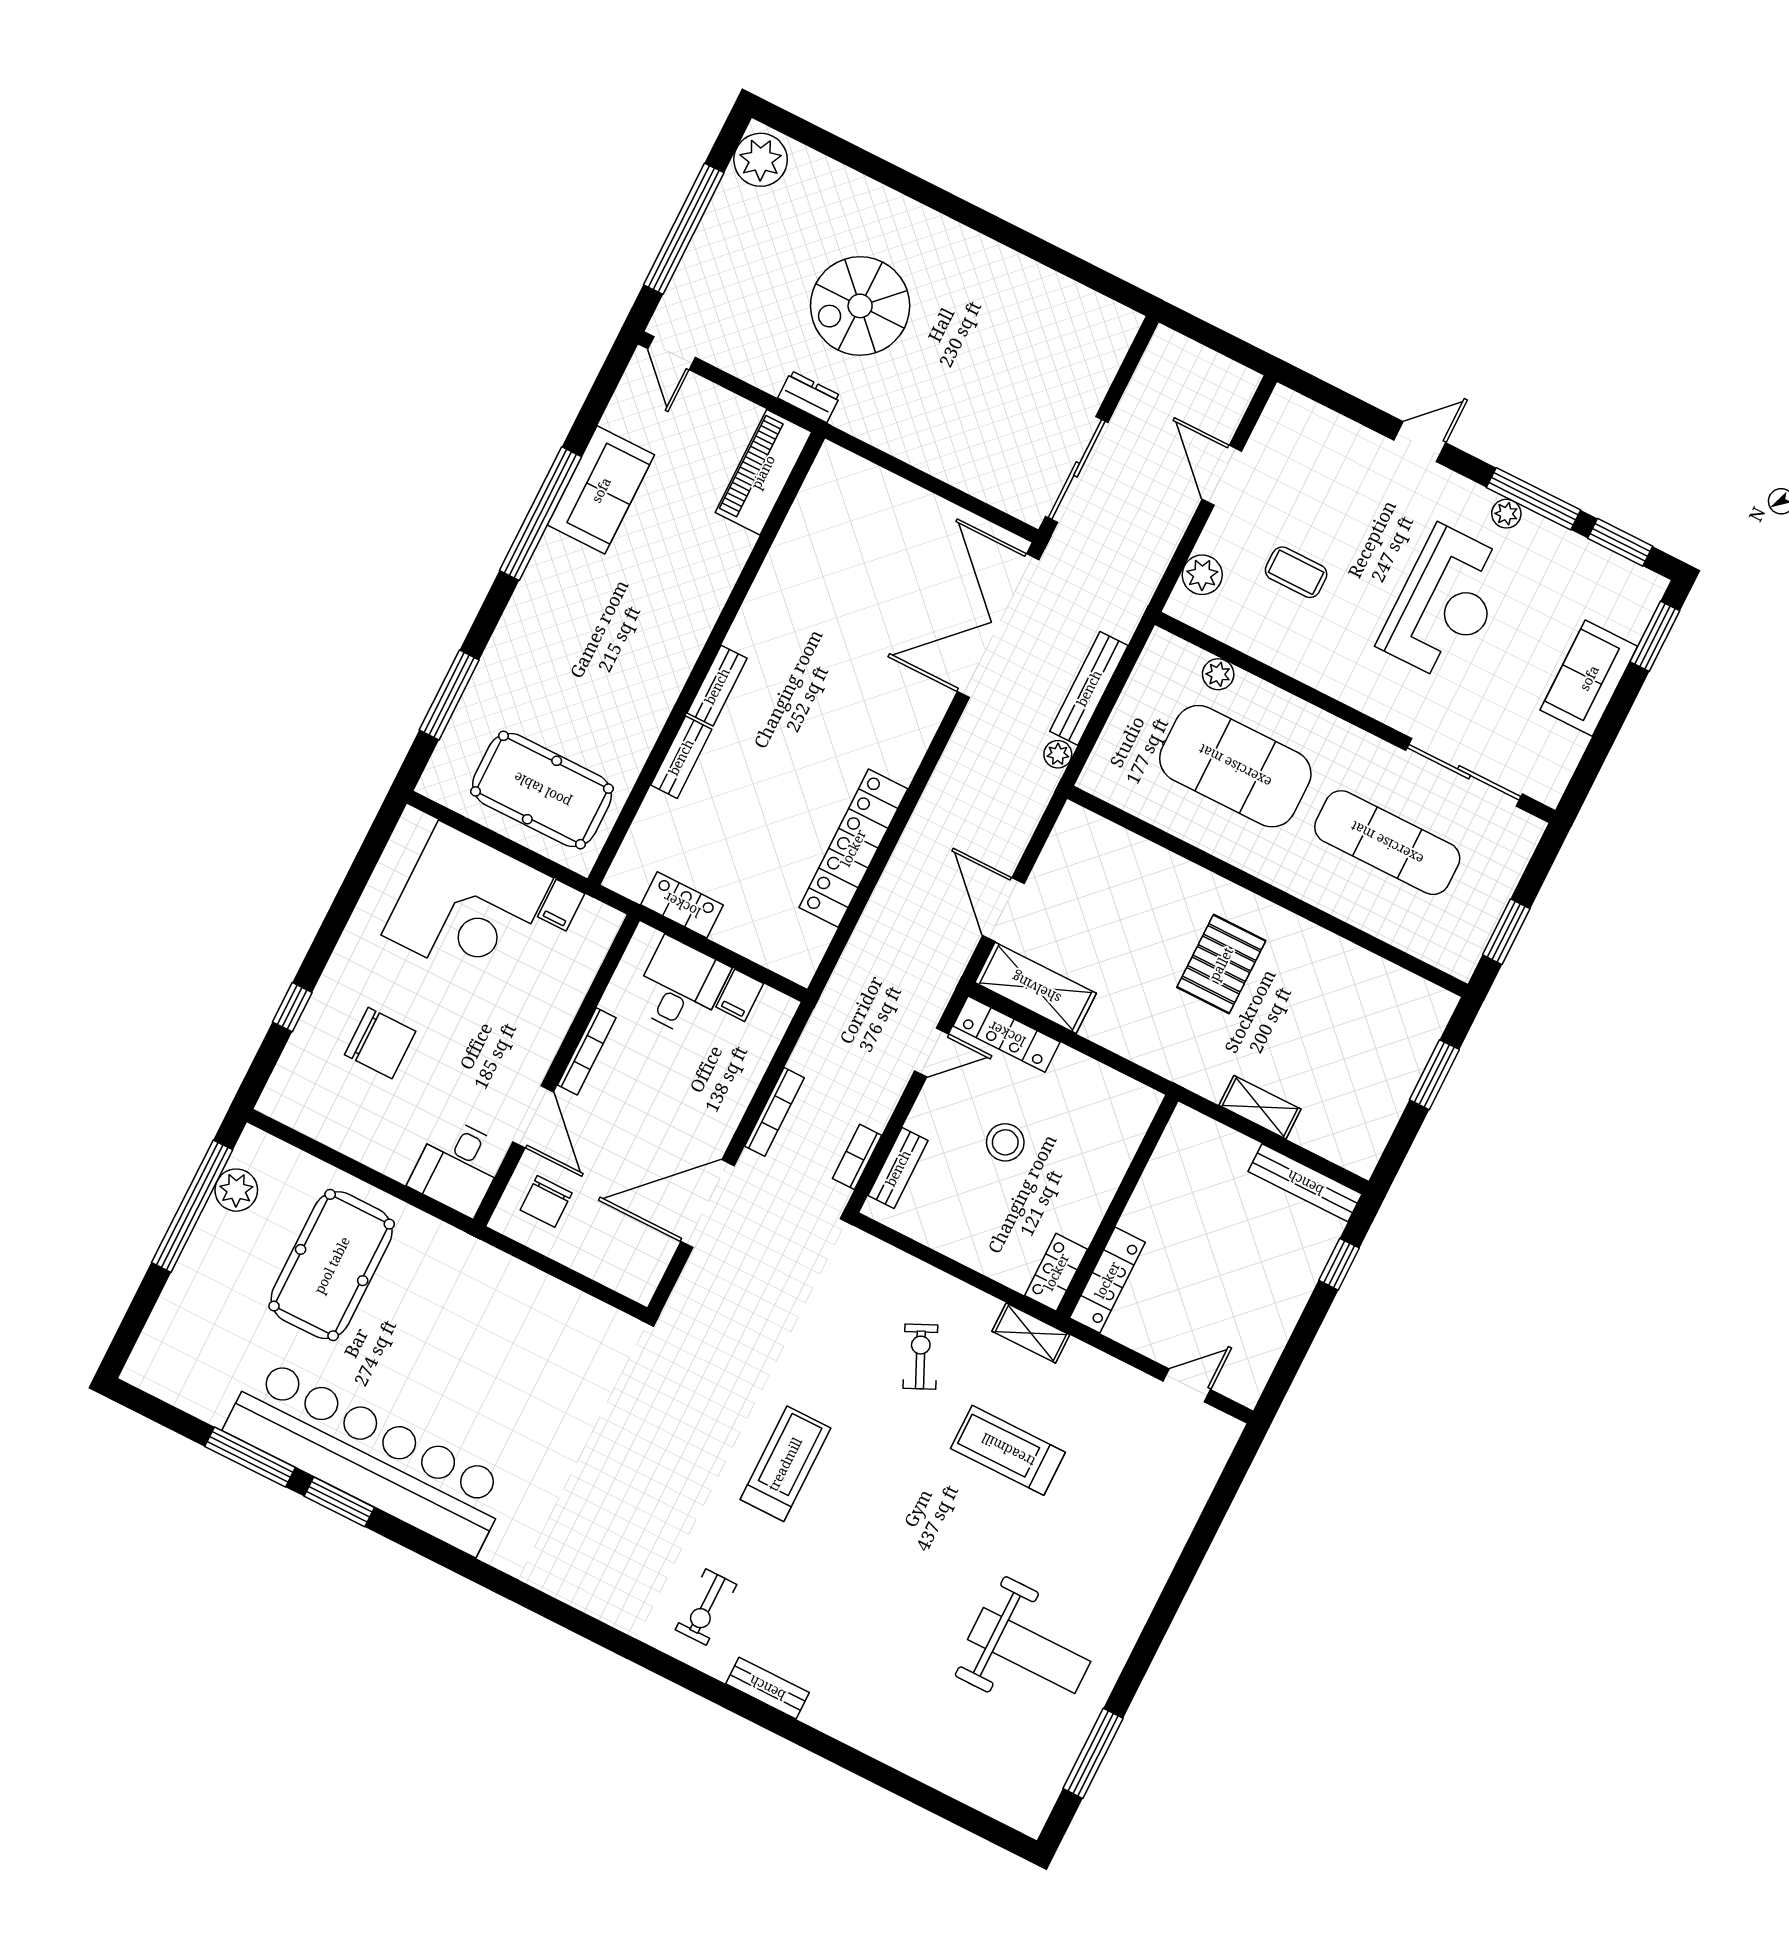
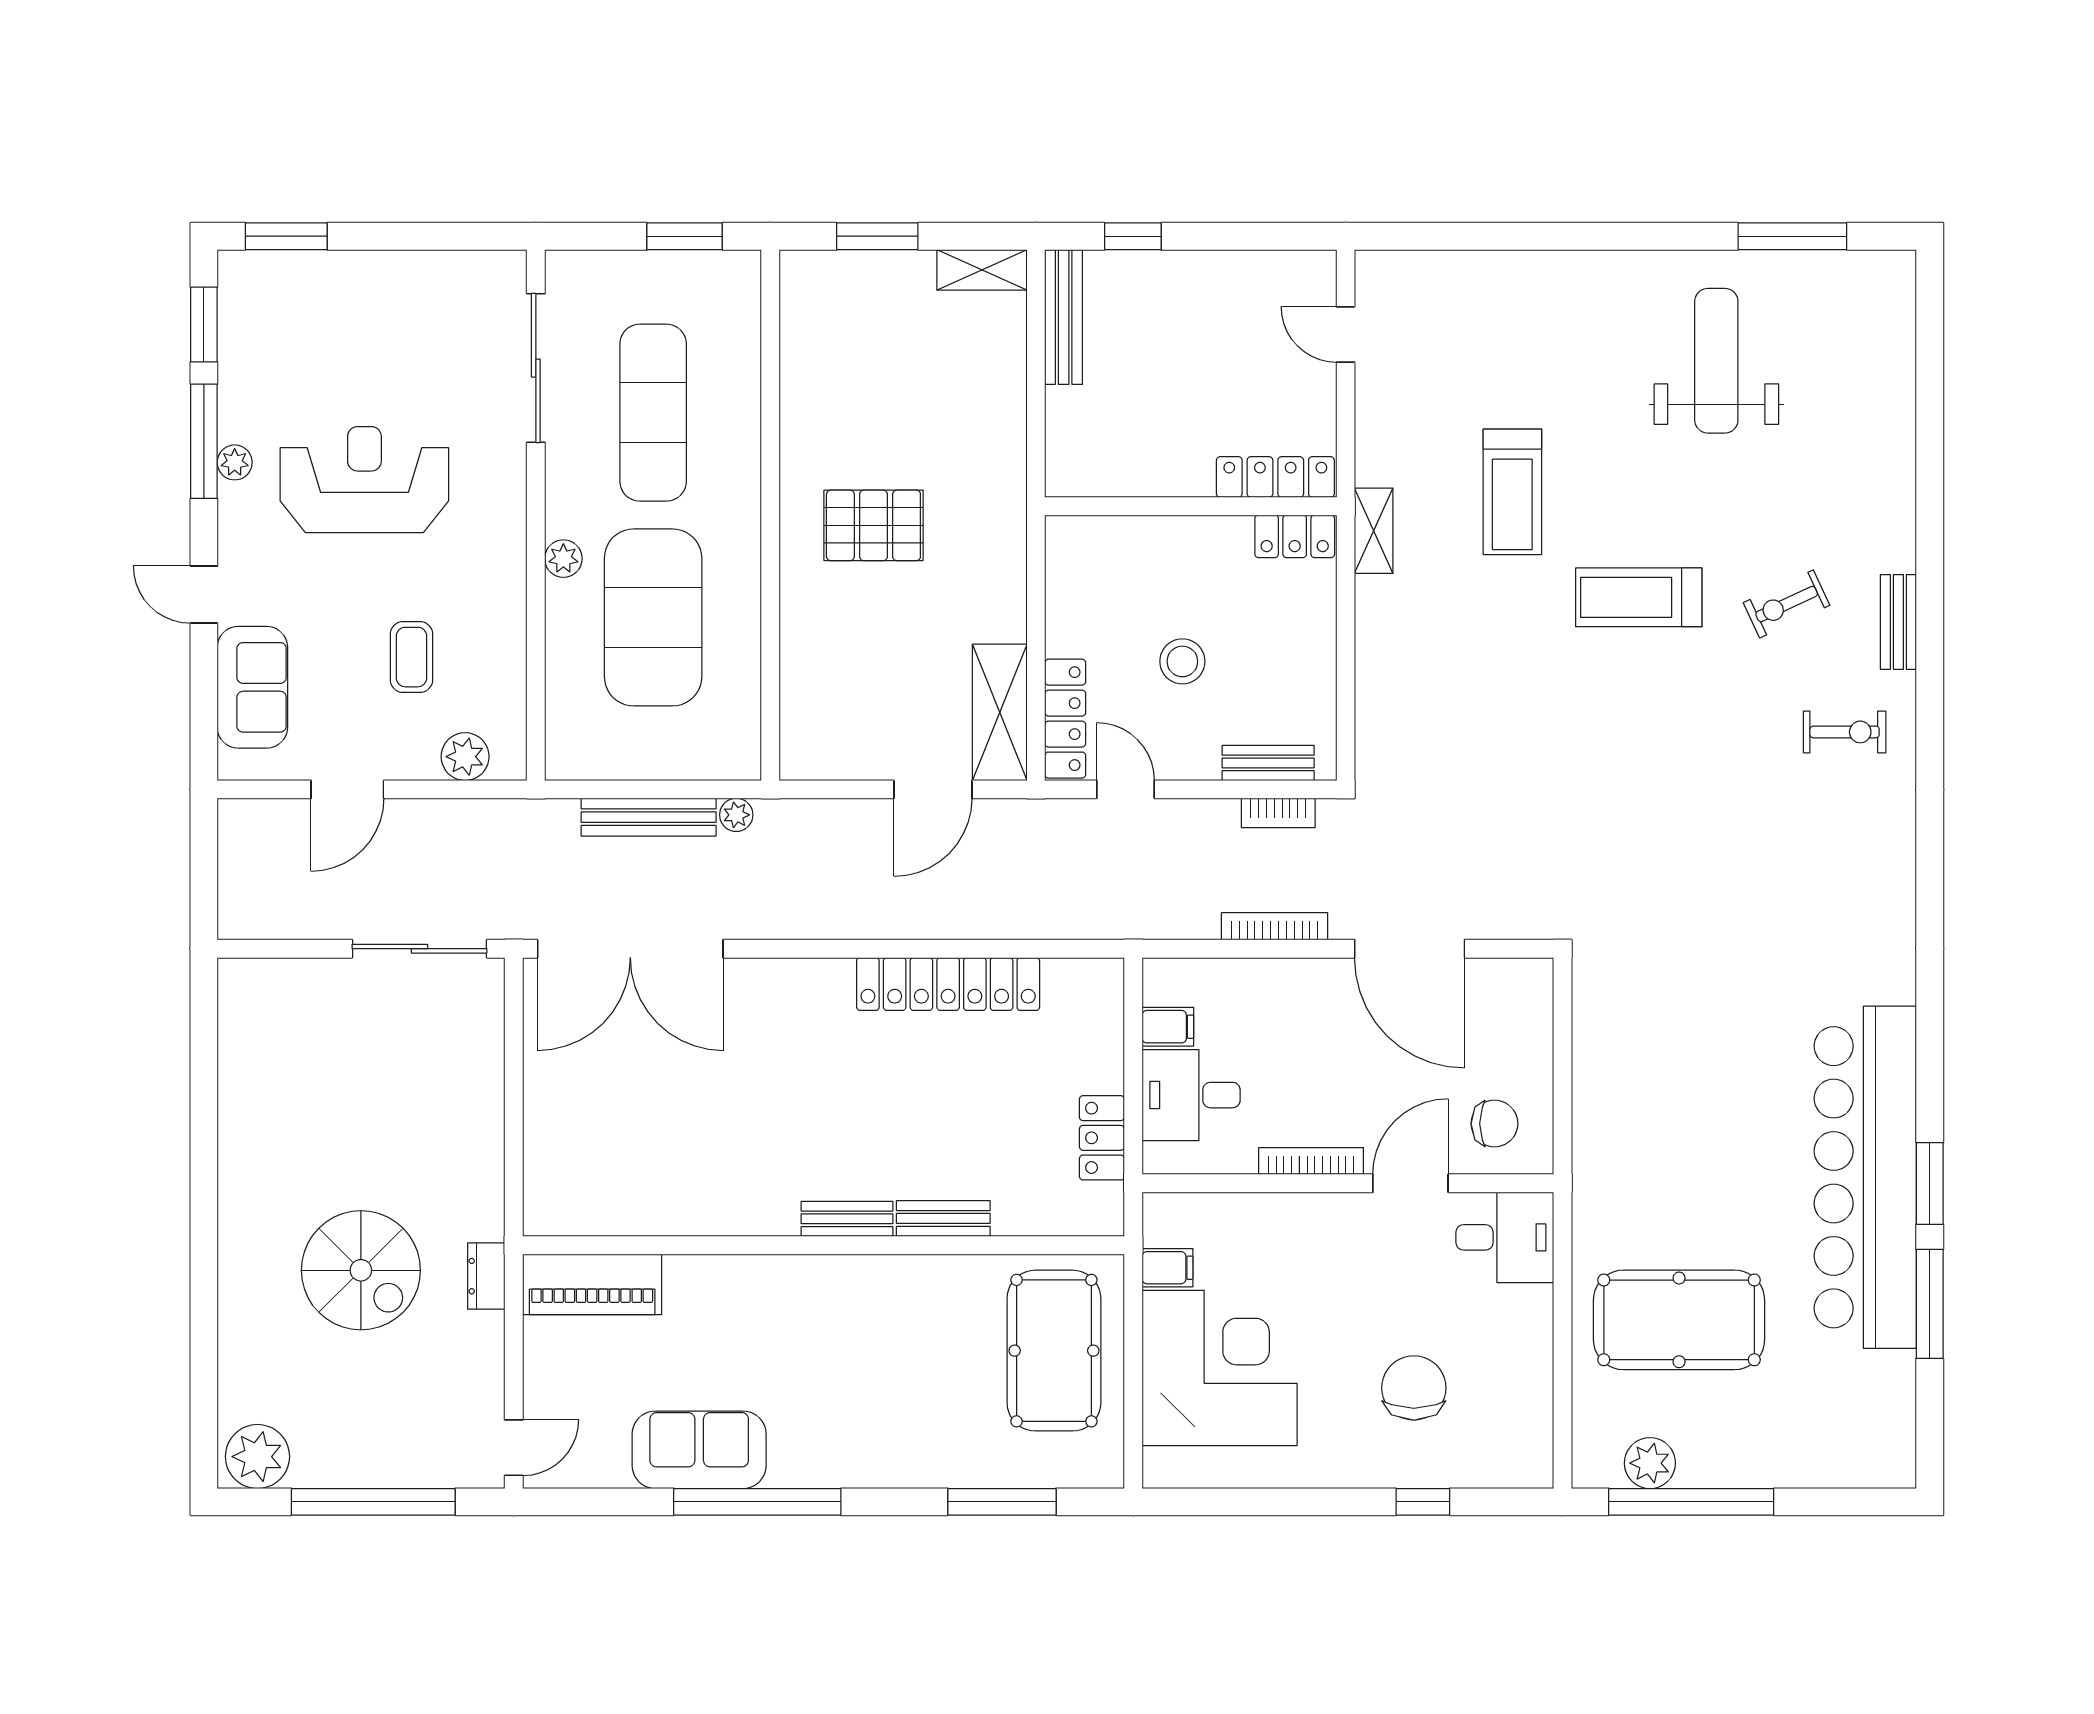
plant: (1218, 674) -> (563, 559), moved
sofa: (1589, 678) -> (252, 687), moved, turned -90
shelving: (1260, 1107) -> (982, 270), moved, turned 90
exercise bike: (920, 1357) -> (1787, 604), moved
treadmill: (785, 1464) -> (1639, 597), moved

